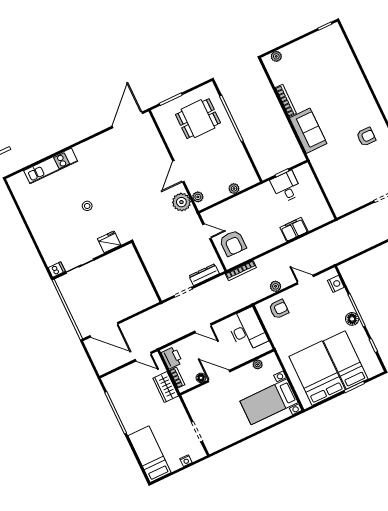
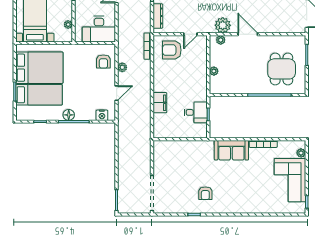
corner sofa: (310, 54) -> (290, 180), added

